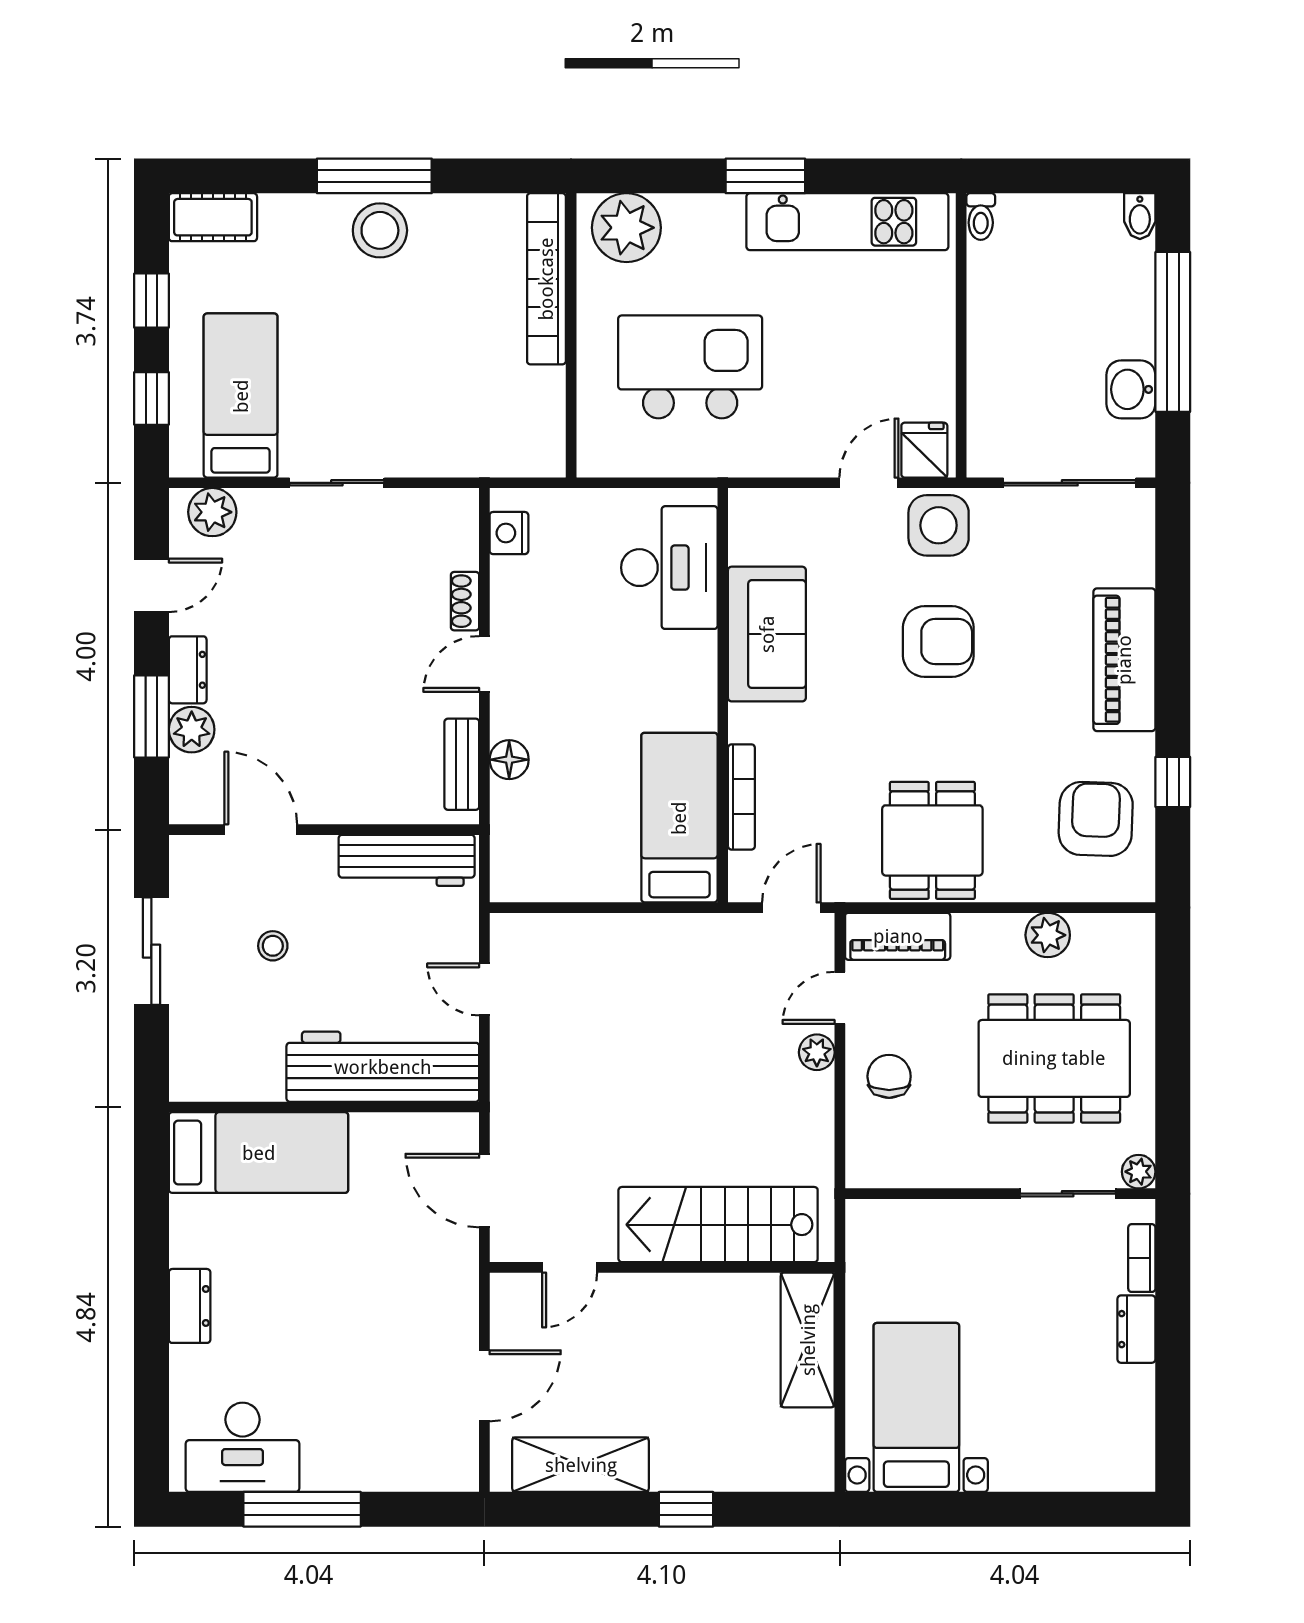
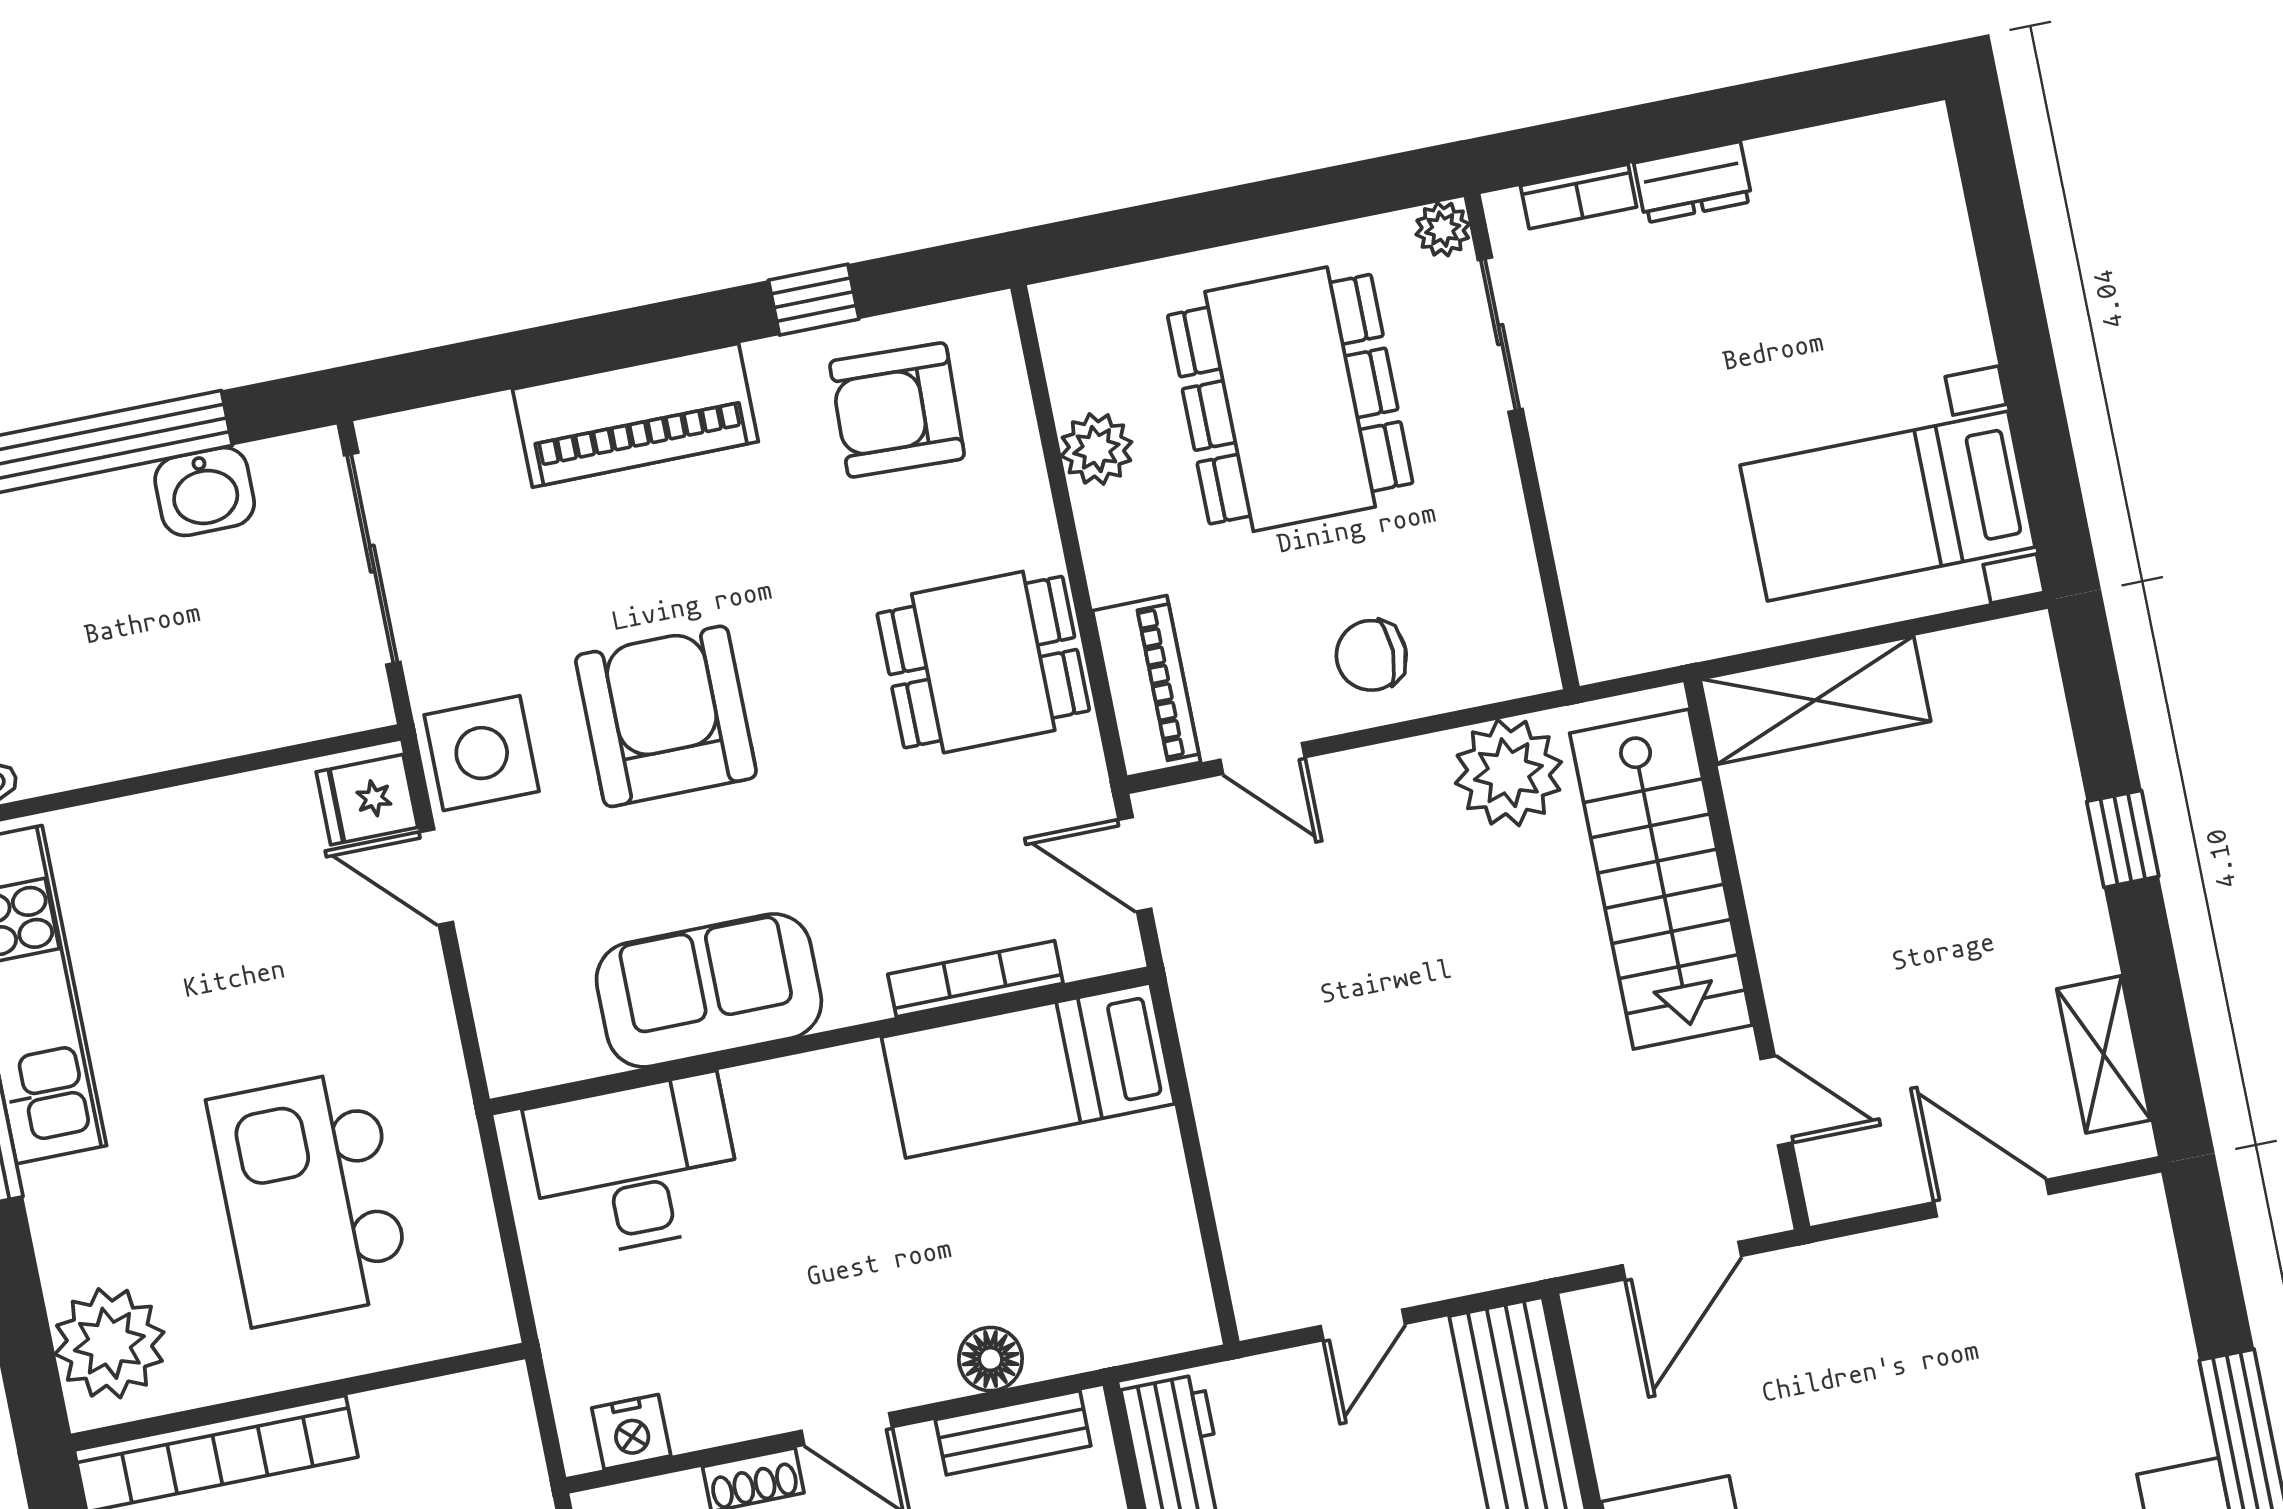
armchair: (938, 642) -> (666, 716), width x1.36, depth x1.36
plant: (817, 1052) -> (1508, 773), moved, width x1.88, depth x1.88
shelving: (581, 1465) -> (2104, 1054), width x0.67, depth x0.75

